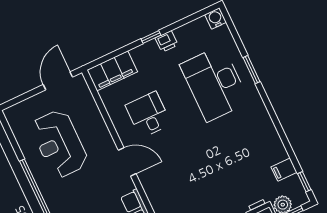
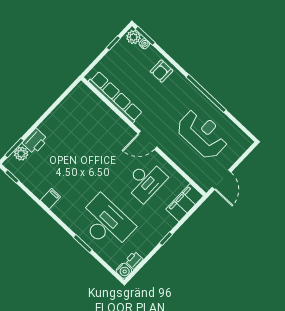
printer: (167, 41) -> (134, 260), moved
desk: (148, 115) -> (146, 181), width x1.37
filing cabinet: (284, 170) -> (50, 199), moved

